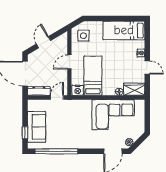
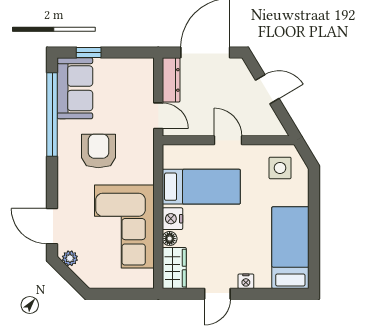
nightstand: (78, 90) -> (172, 219), moved
sofa: (37, 127) -> (75, 88), moved, turned -90
armchair: (75, 128) -> (98, 151), added

